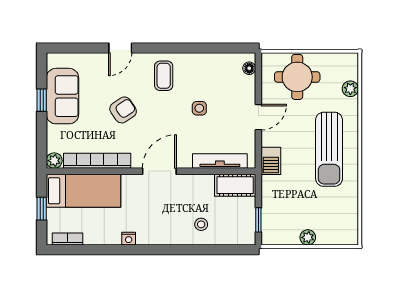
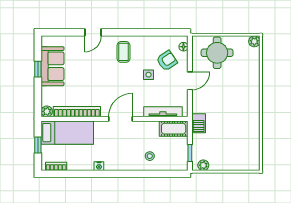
plant: (350, 89) -> (254, 41), moved
armchair: (123, 110) -> (167, 61), moved
sun lounger: (329, 149) -> (239, 103), removed
barbecue: (271, 161) -> (199, 123), moved
plant: (308, 237) -> (203, 165), moved

